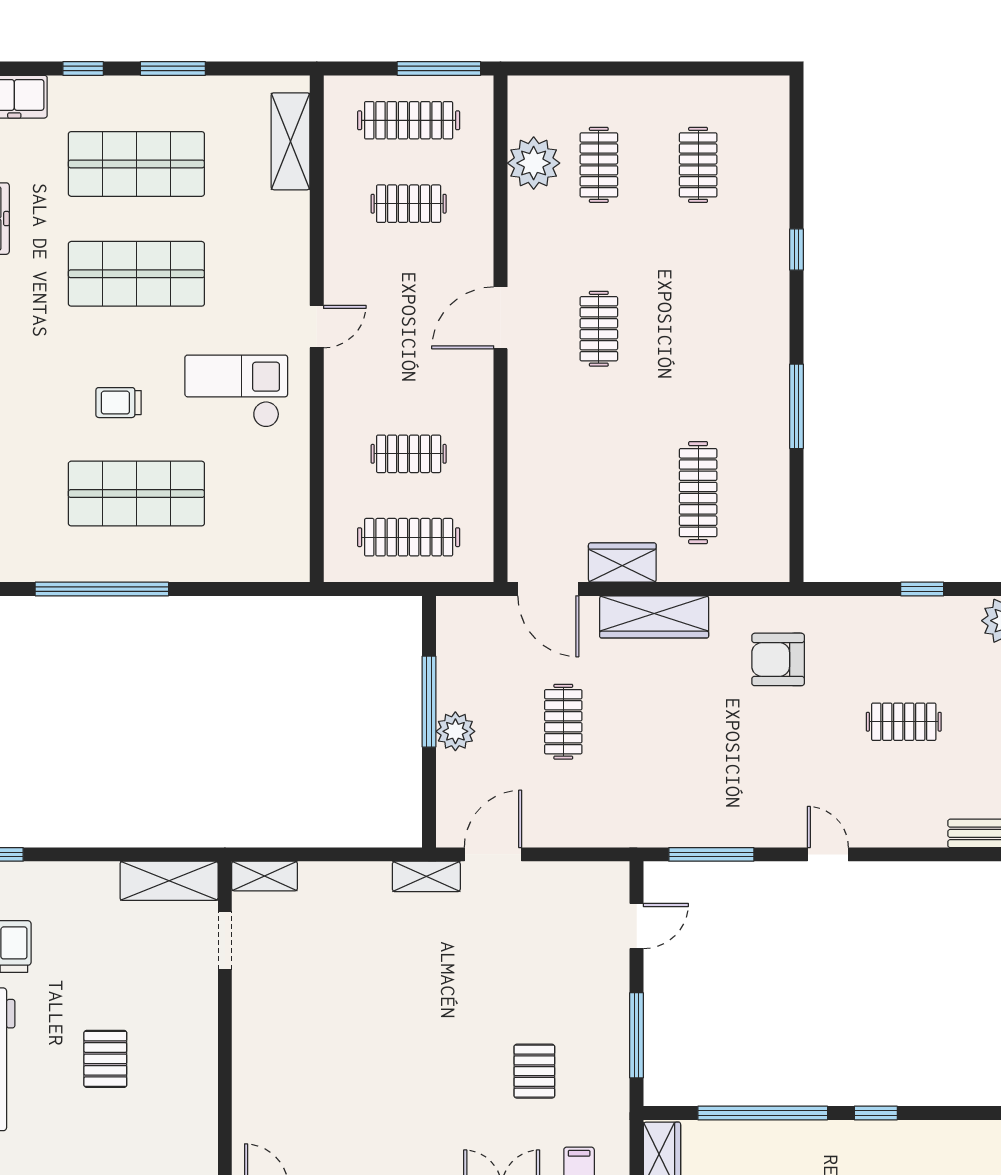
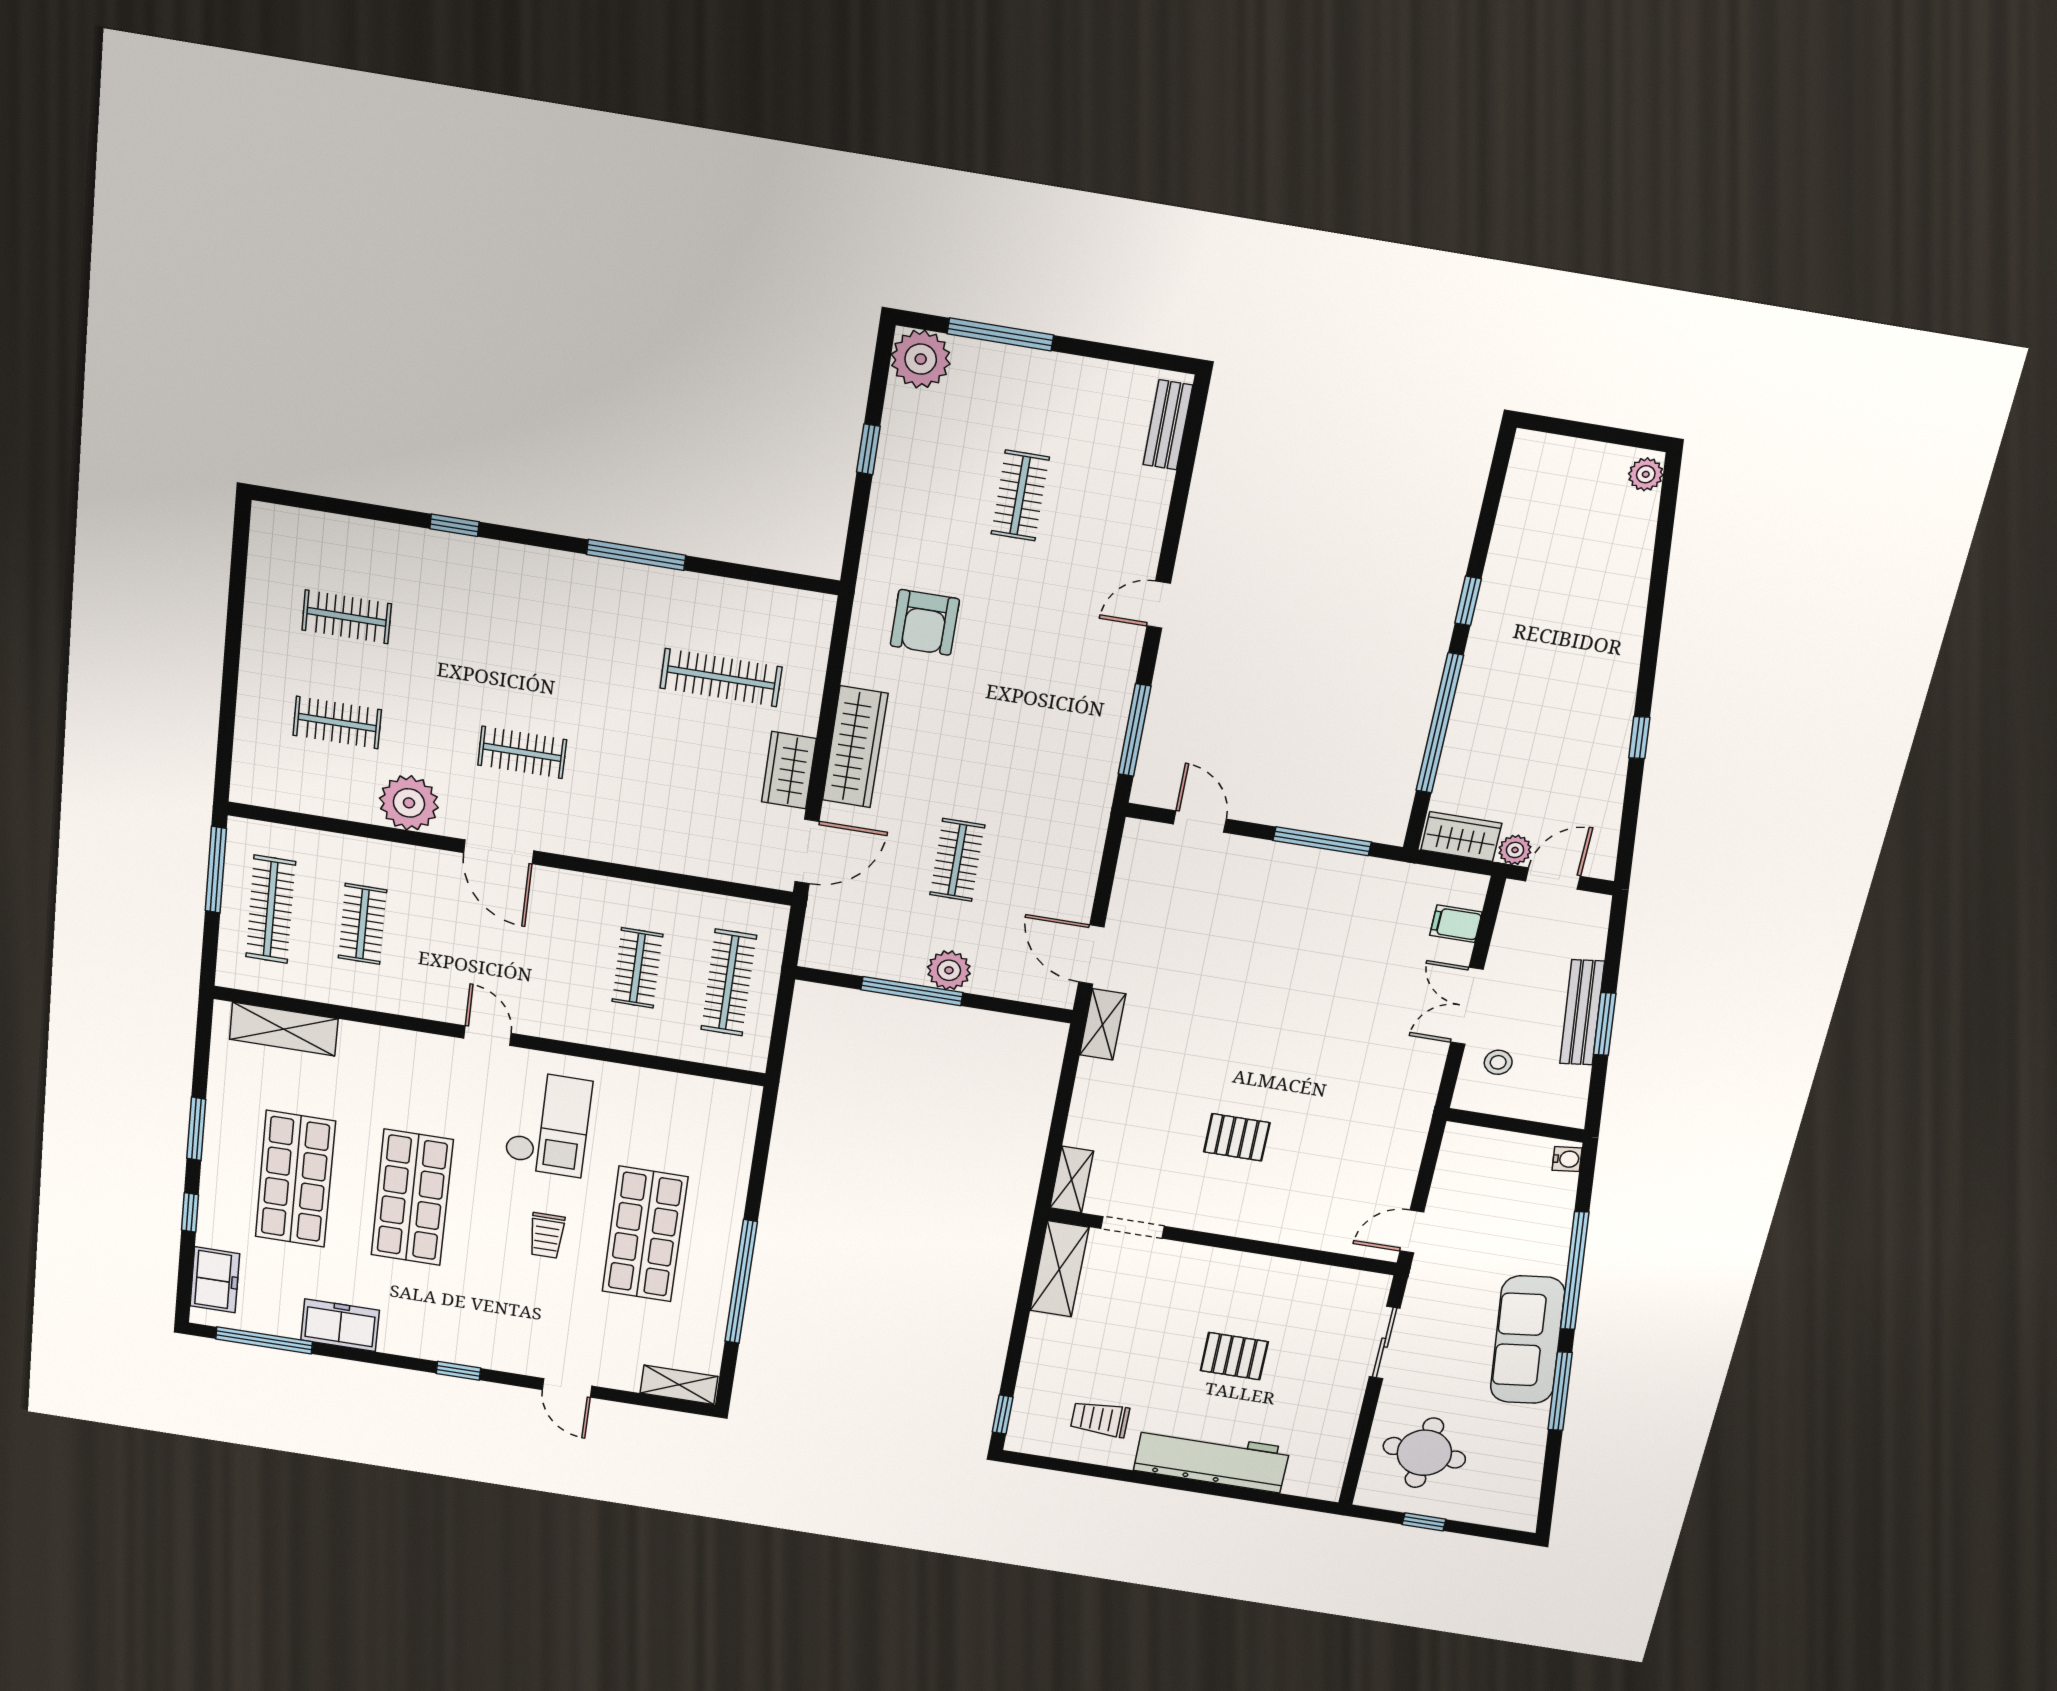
plant: (534, 163) -> (409, 803), moved
checkout: (236, 391) -> (548, 1124), turned 180
clothes rail: (563, 722) -> (957, 860), turned 90
pallet: (534, 1071) -> (1237, 1137), moved

